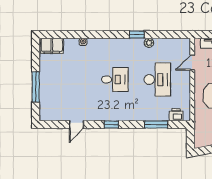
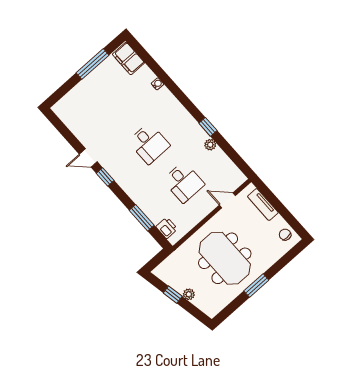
desk: (157, 80) -> (184, 182), width x0.73
window: (36, 87) -> (93, 64), moved
door: (76, 125) -> (88, 158), moved

